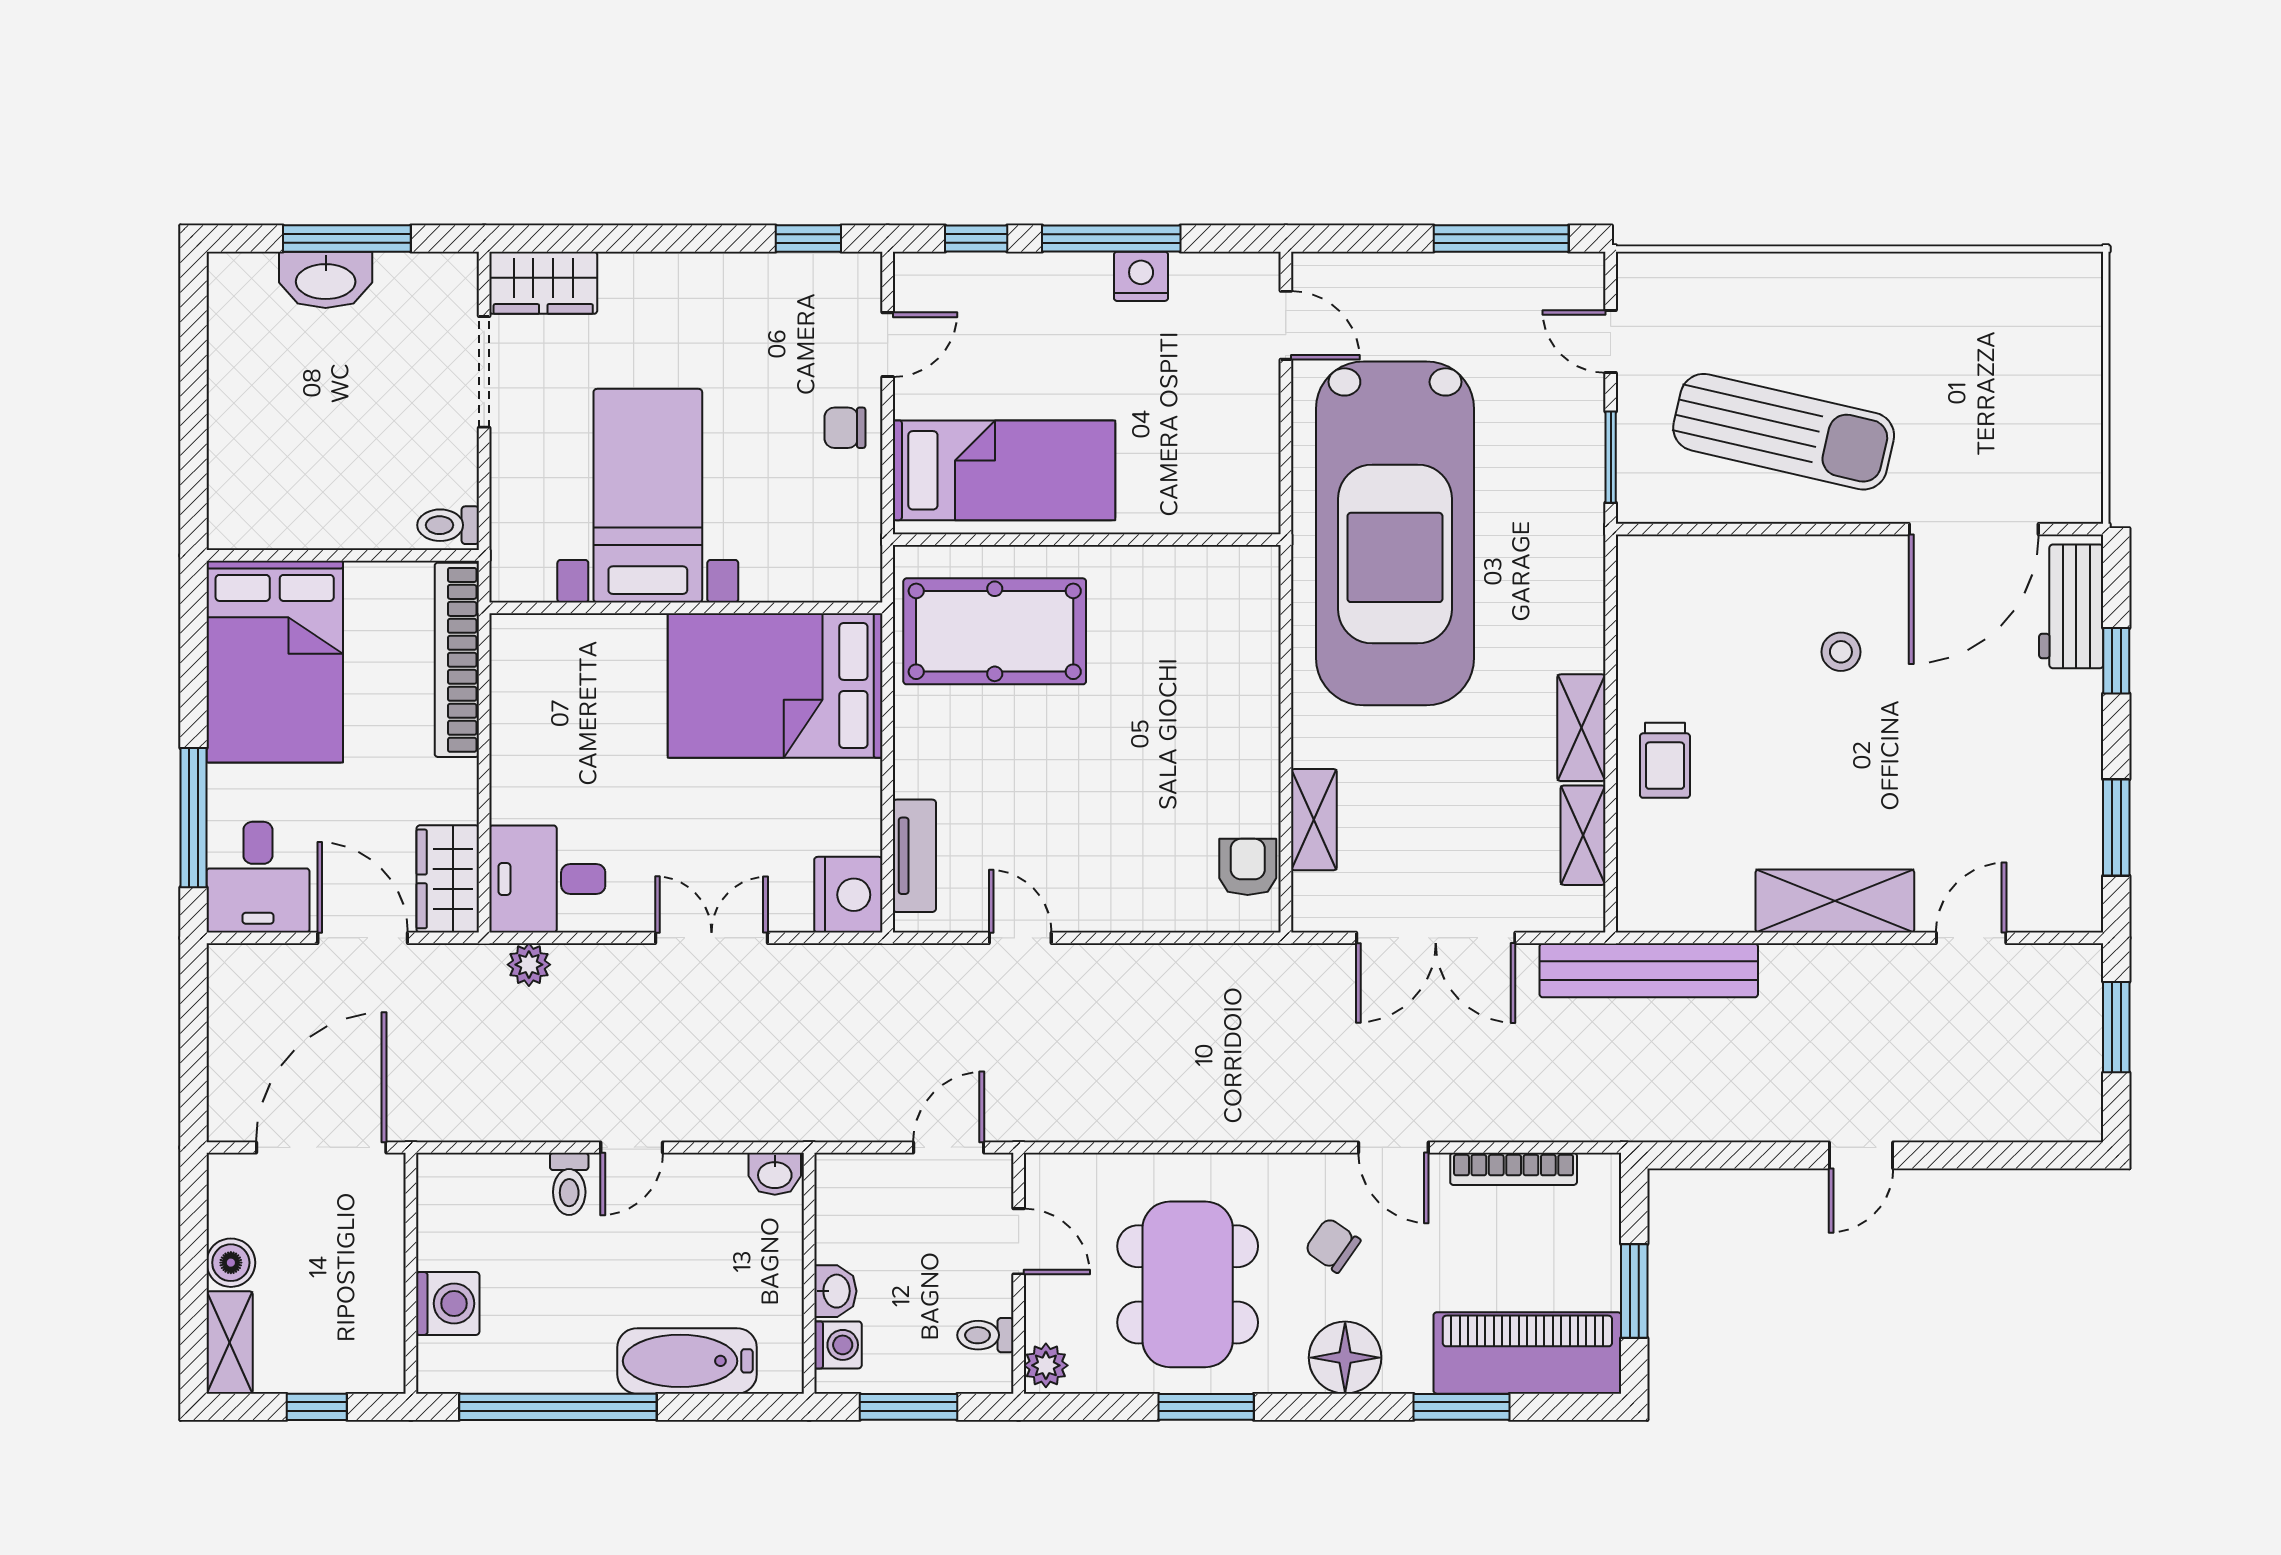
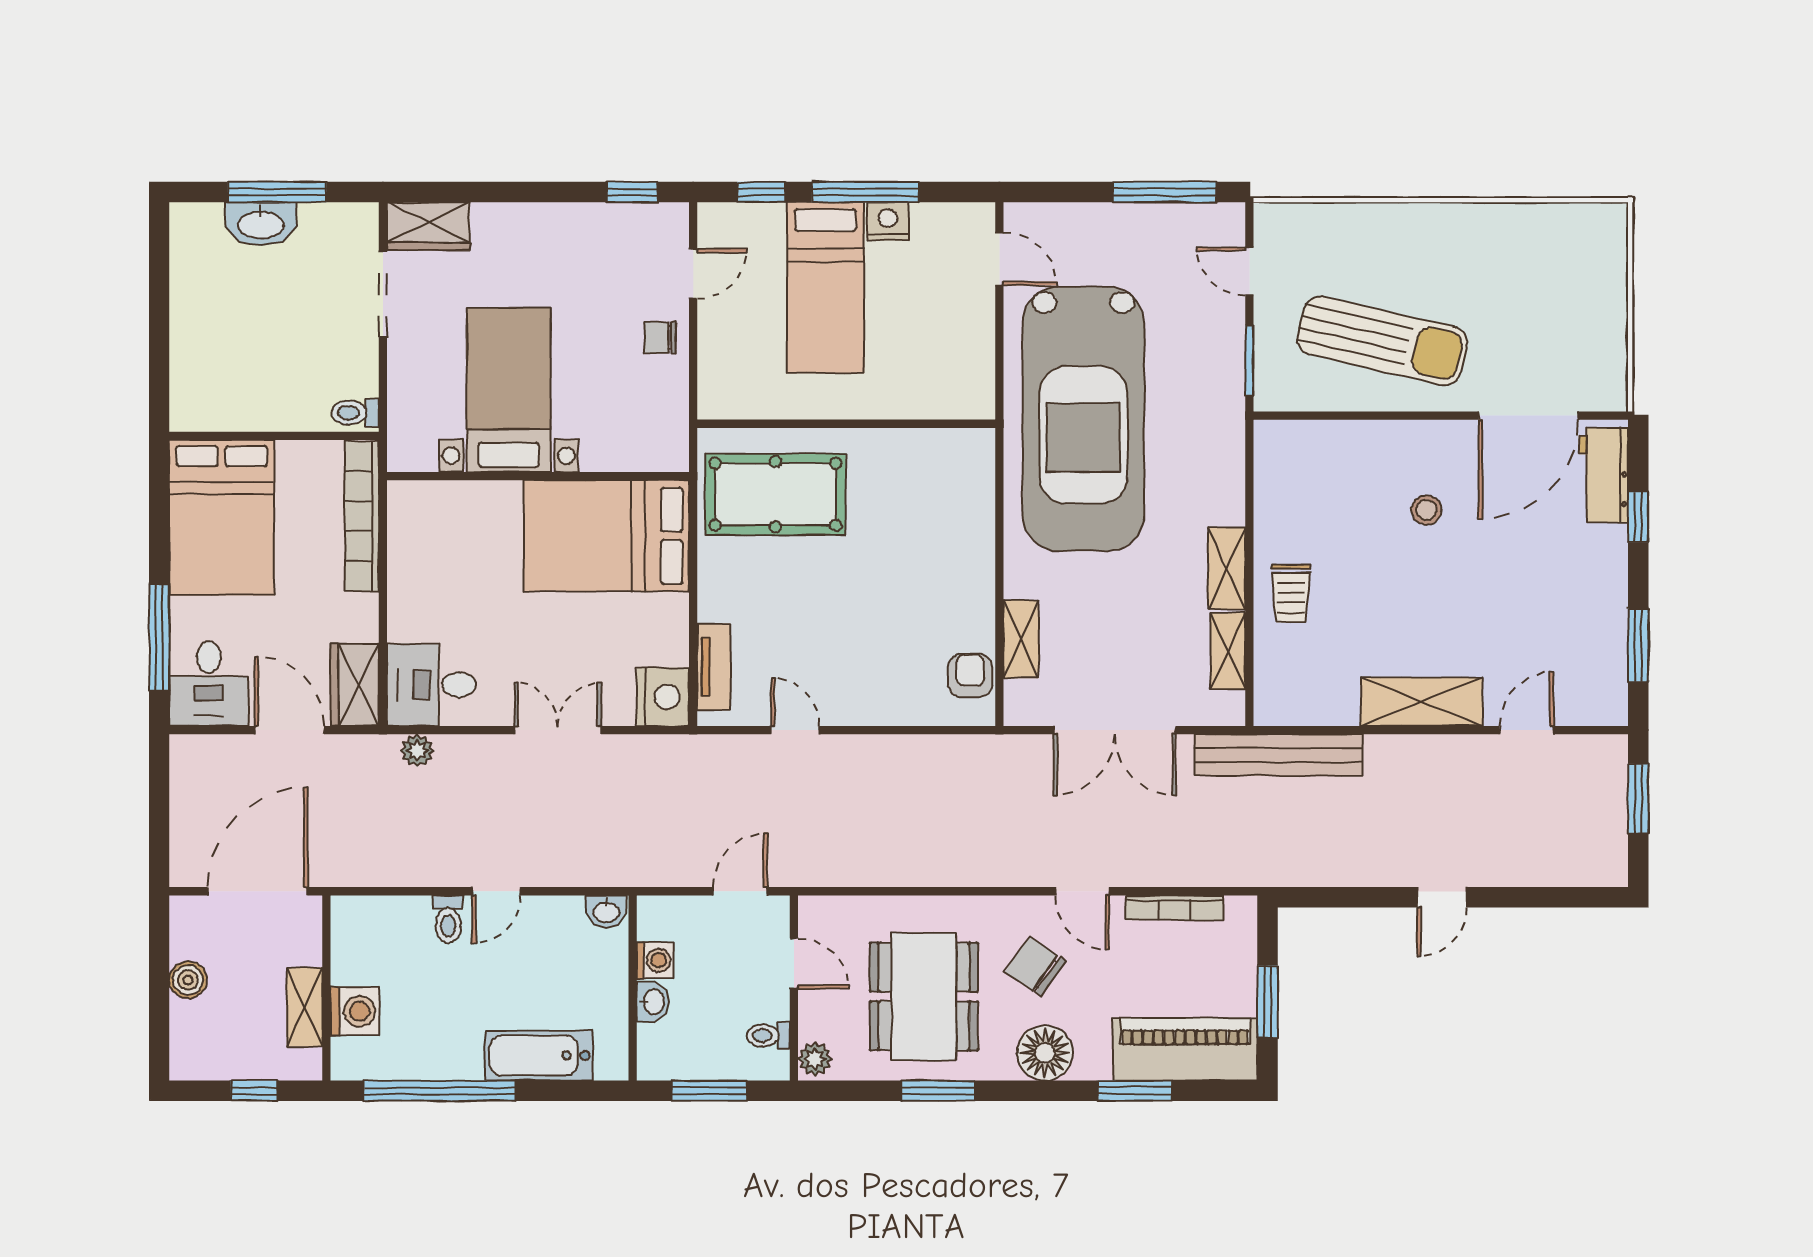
bed: (1004, 470) -> (826, 288), moved, turned 90
chair: (1333, 1245) -> (1035, 966), width x1.37, depth x1.37
shelving: (230, 1342) -> (305, 1007), moved
washing machine: (838, 1345) -> (655, 960), moved

